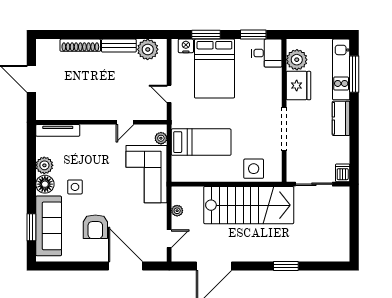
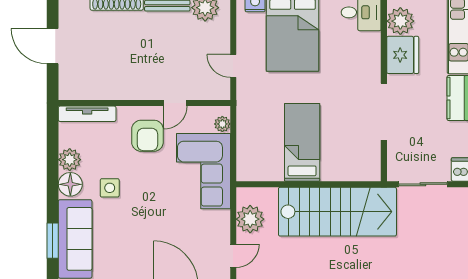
bed: (201, 142) -> (302, 142), moved, turned -90
side table: (254, 169) -> (344, 164), removed
plant: (177, 211) -> (250, 219), width x1.87, depth x1.87
armchair: (95, 227) -> (147, 136), moved

